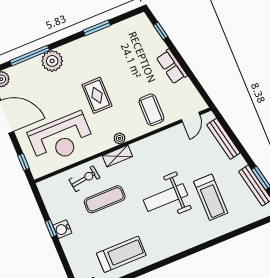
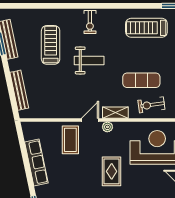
row of seats: (172, 67) -> (36, 162), width x1.48
door: (191, 117) -> (90, 120), moved
weight bench: (165, 198) -> (89, 60), width x0.73, depth x0.75
exercise bike: (181, 237) -> (90, 22), added

